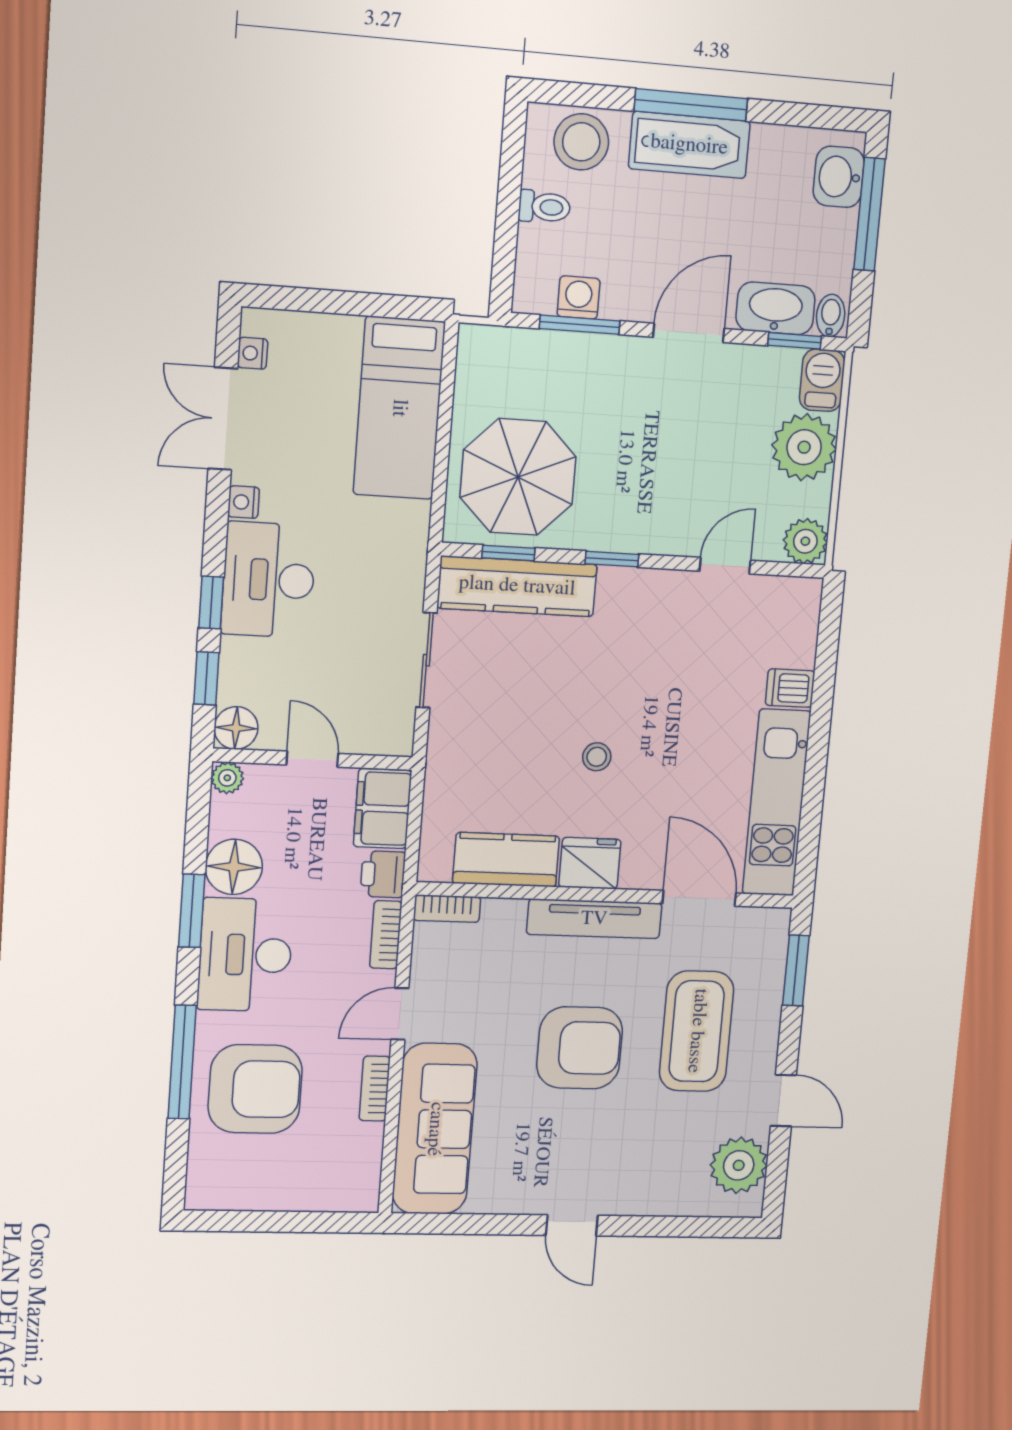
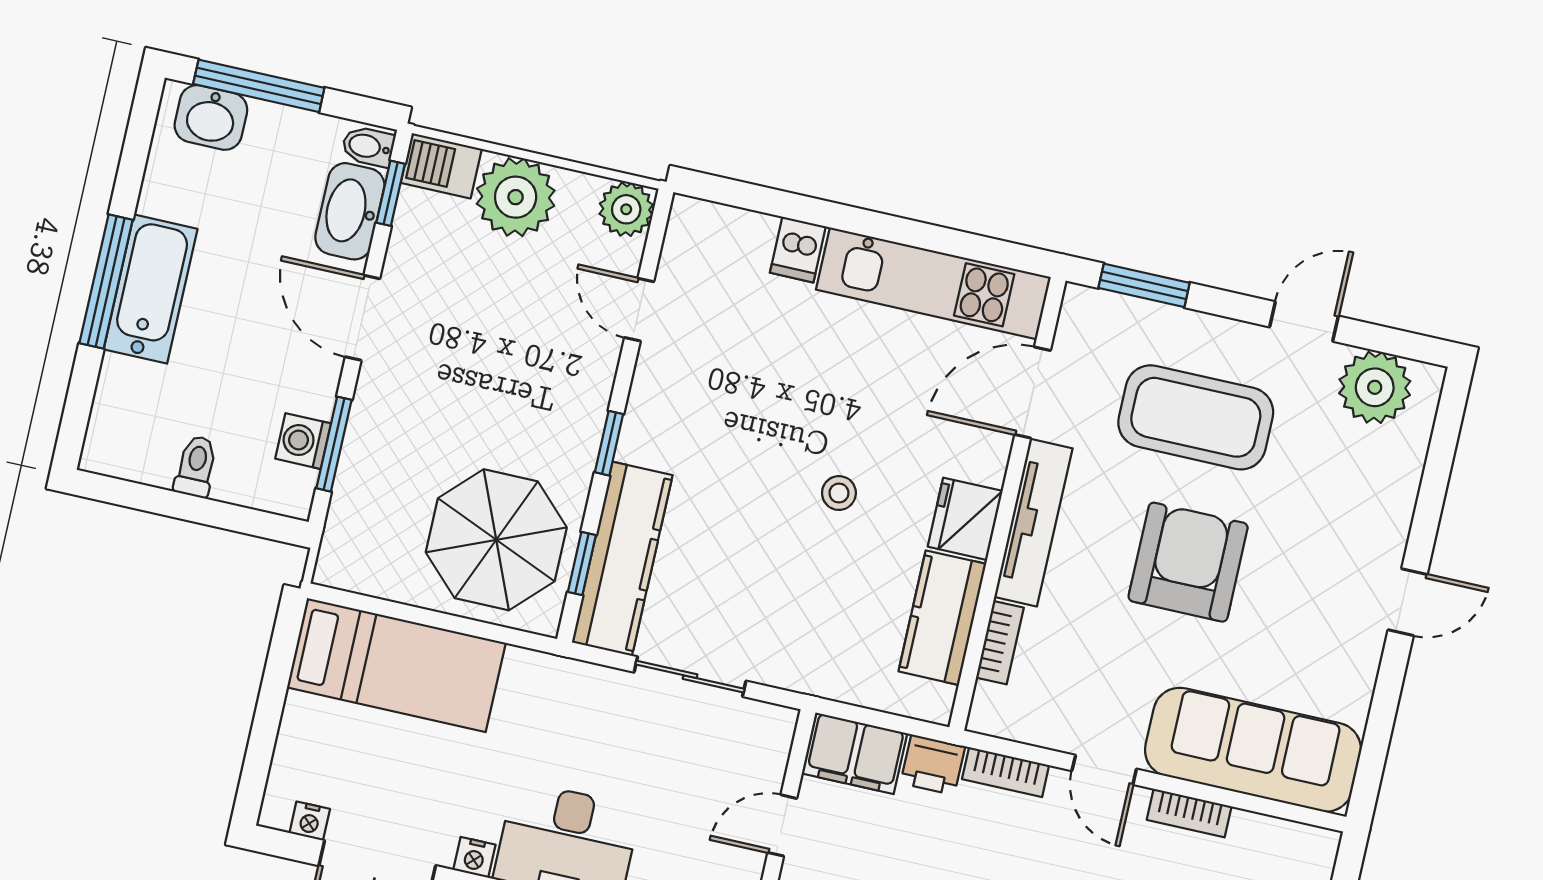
stool: (581, 142) -> (130, 414), removed
bookcase: (447, 909) -> (1000, 643), moved

